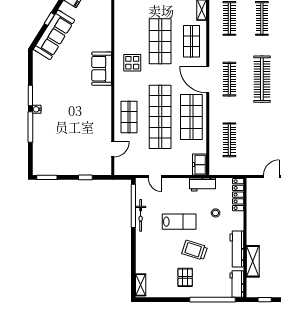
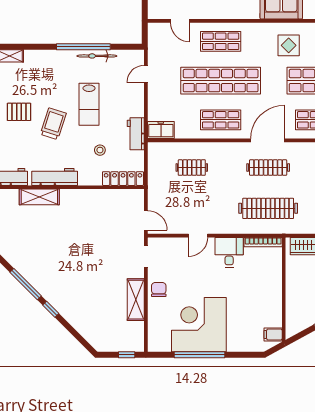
shop shelf: (191, 117) -> (221, 120), width x0.70, depth x0.74
clothes rail: (229, 140) -> (192, 168), width x0.73
window: (133, 206) -> (83, 47), moved

